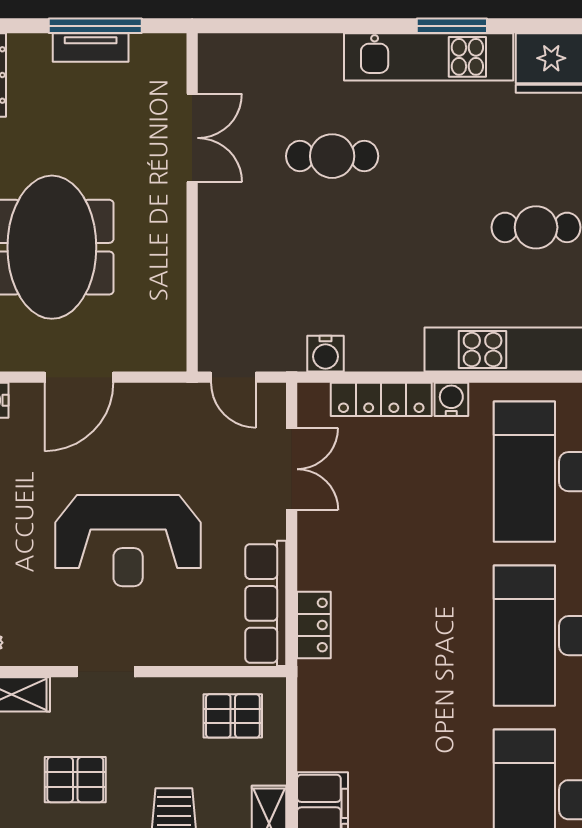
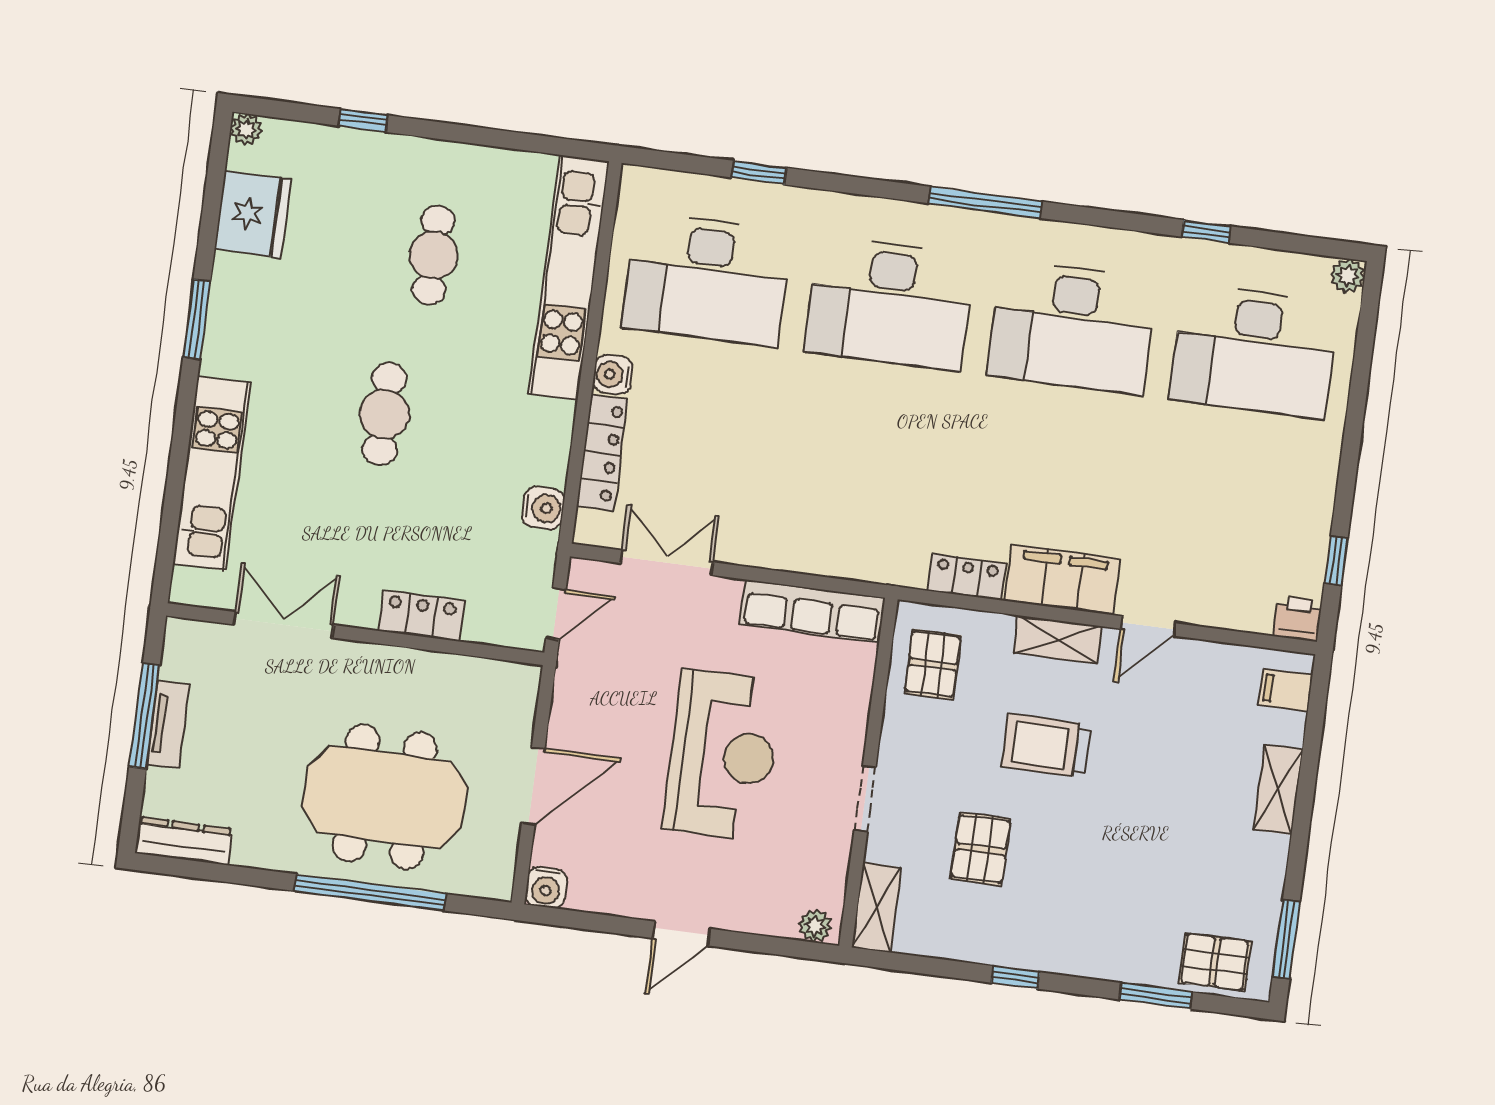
kitchen unit: (429, 57) -> (212, 473), moved
cafe table: (332, 156) -> (385, 414), moved
locker: (216, 258) -> (421, 616), added
door: (79, 377) -> (533, 786), hinge flipped
locker: (314, 625) -> (967, 577), moved

